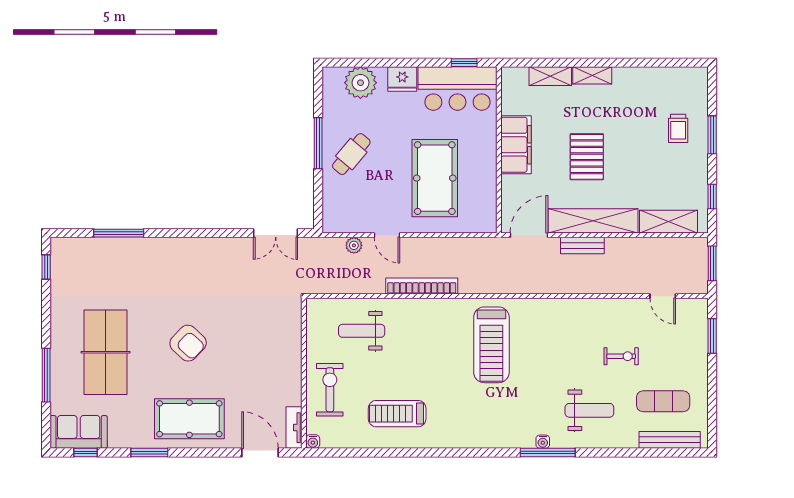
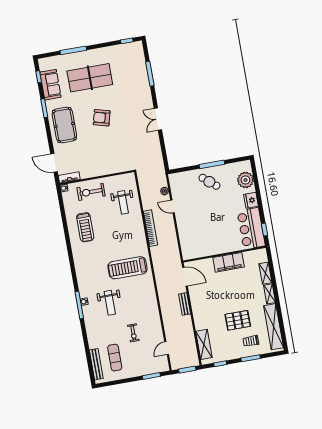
pallet: (587, 157) -> (238, 320), moved
pool table: (435, 178) -> (205, 225), removed
shelving: (593, 221) -> (274, 327), moved
double door: (276, 233) -> (158, 119), moved
door: (387, 235) -> (172, 206), hinge flipped
weight bench: (362, 331) -> (123, 202), turned 180
armchair: (188, 343) -> (102, 118), turned 62
exercise bike: (330, 390) -> (91, 192), turned 180
weight bench: (589, 410) -> (110, 303), moved
treadmill: (397, 414) -> (85, 227), turned 180
sofa: (79, 432) -> (50, 85), moved
door: (260, 452) -> (54, 163), swing flipped

